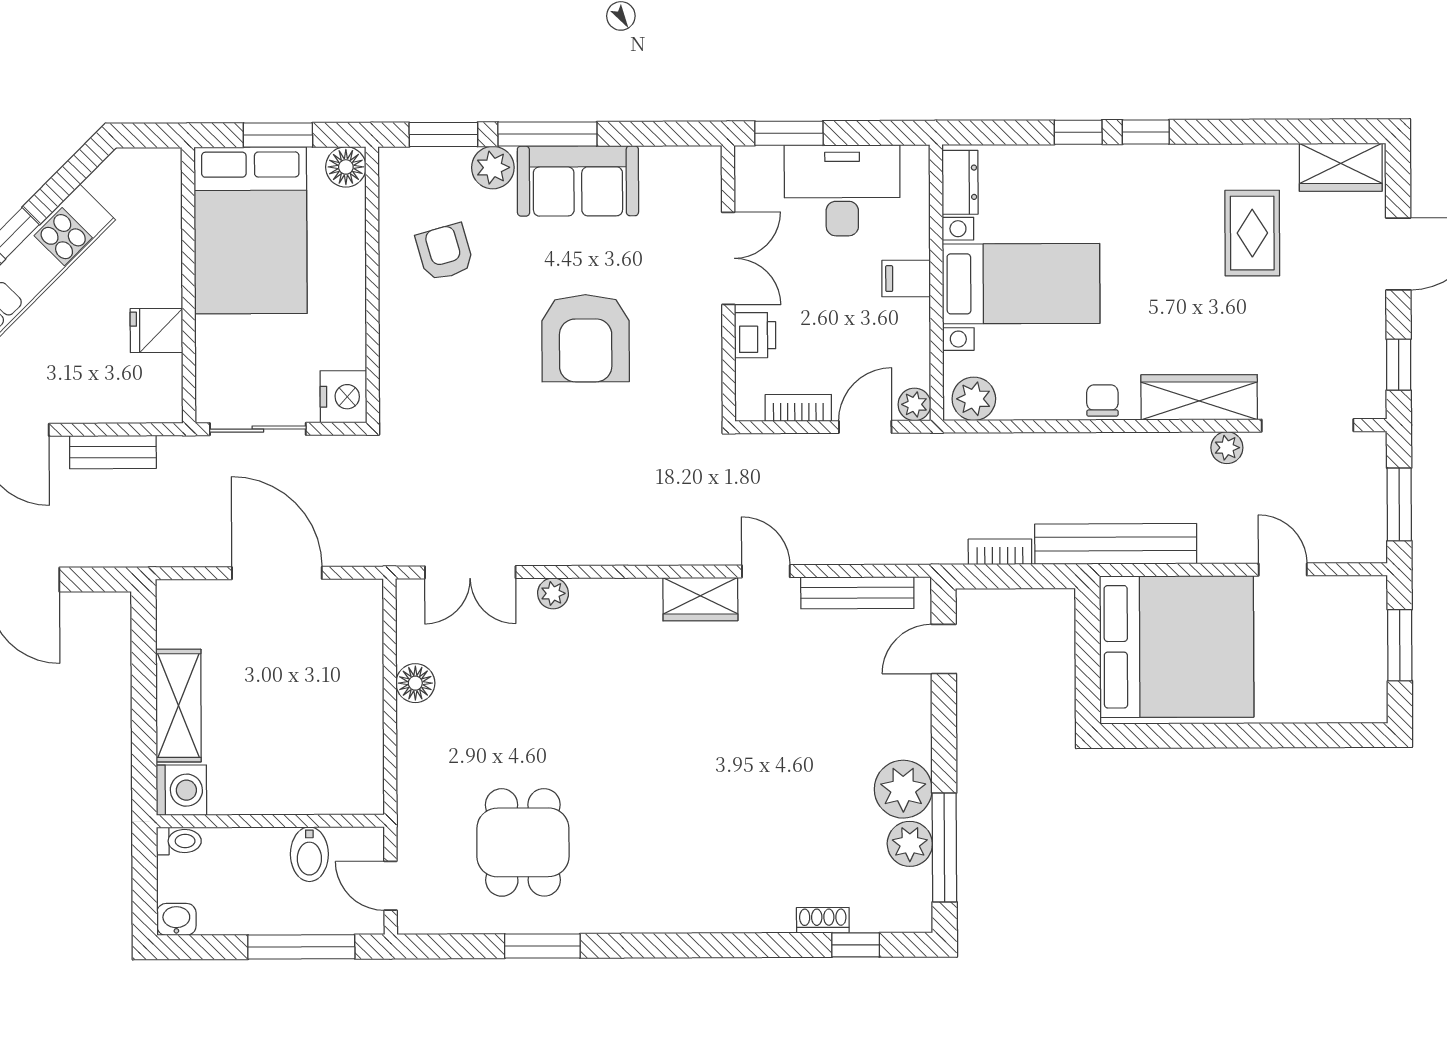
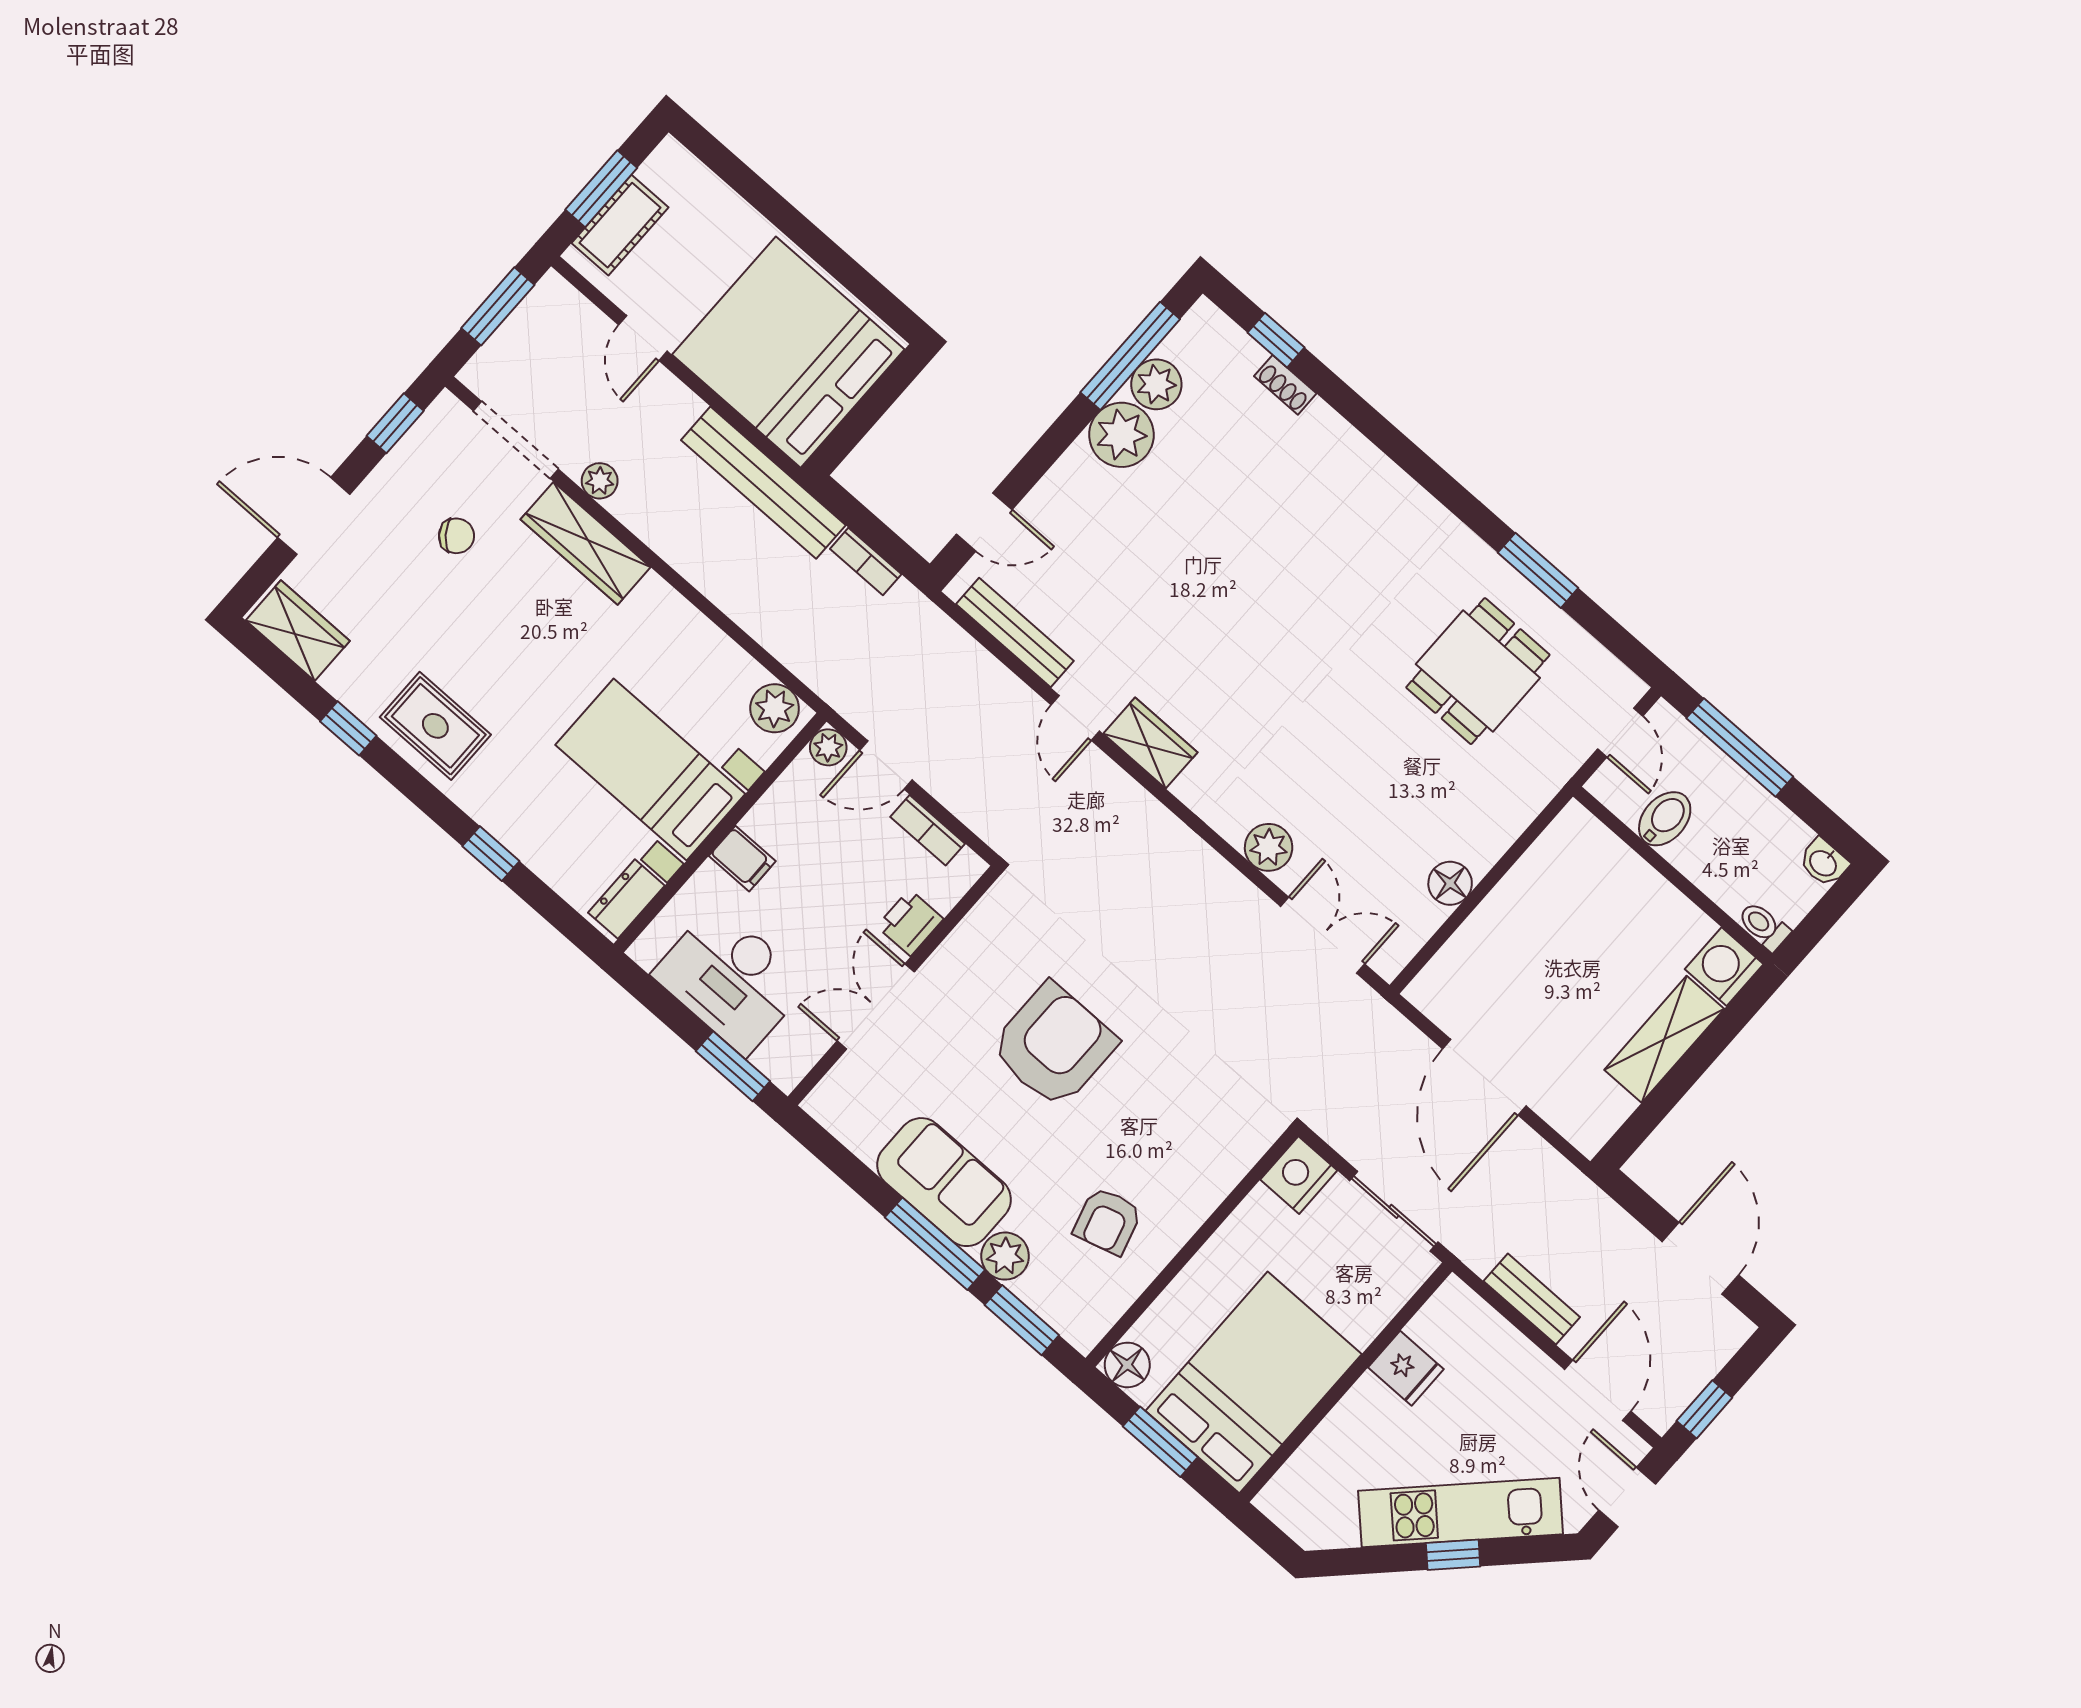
window: (1146, 132) -> (348, 728), moved
rug: (1252, 233) -> (435, 726), moved, turned 90
chair: (1102, 400) -> (456, 536), moved, turned -128
plant: (553, 593) -> (1269, 847), width x1.38, depth x1.38
cot: (1365, 632) -> (620, 225), added

